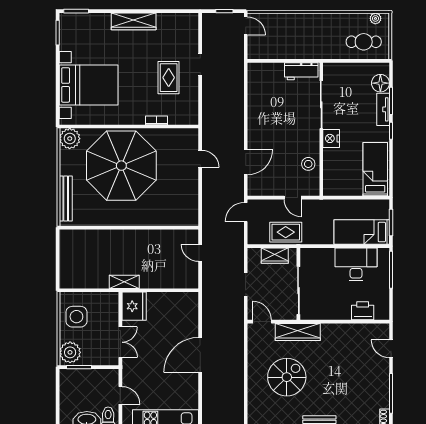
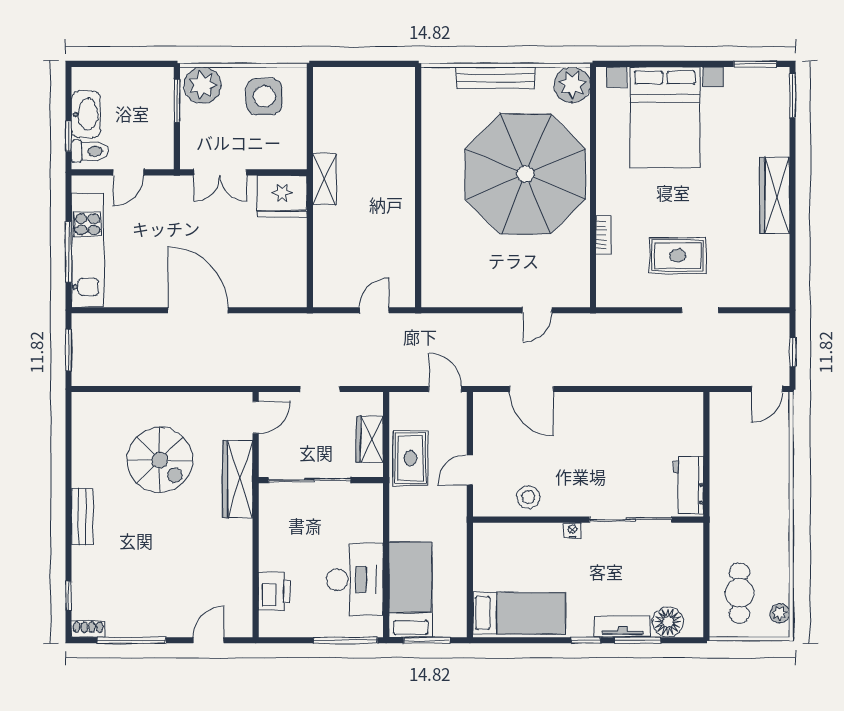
nightstand: (331, 138) -> (572, 530), width x0.53, depth x0.56
bench: (66, 198) -> (495, 78), moved

